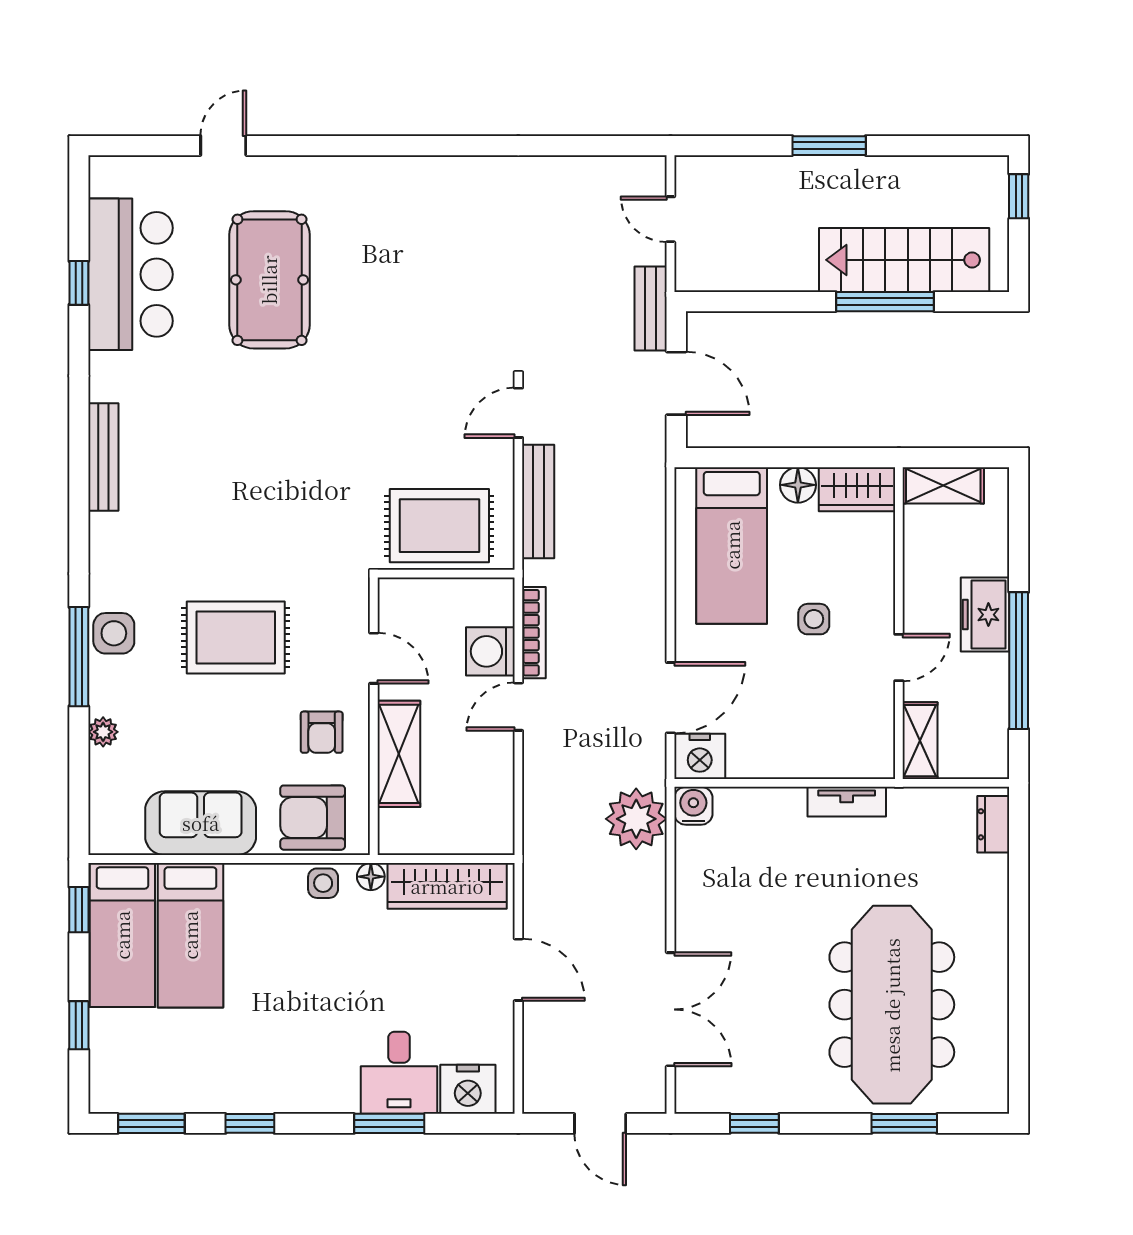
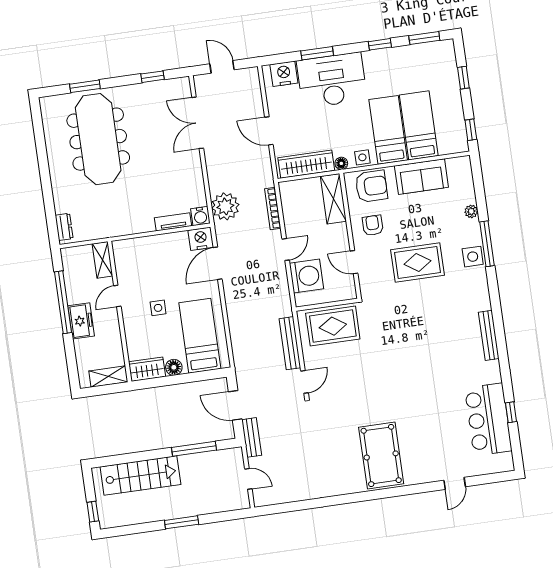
pool table: (269, 280) -> (381, 455), moved
window: (885, 302) -> (194, 449), moved
bookcase: (534, 633) -> (273, 209), moved
washing machine: (490, 651) -> (306, 276), width x1.37, depth x1.37
shelving: (399, 754) -> (333, 199), moved
tv unit: (847, 802) -> (173, 222), moved
bed: (122, 935) -> (388, 130), moved
desk: (399, 1073) -> (332, 80), width x1.87, depth x1.30

